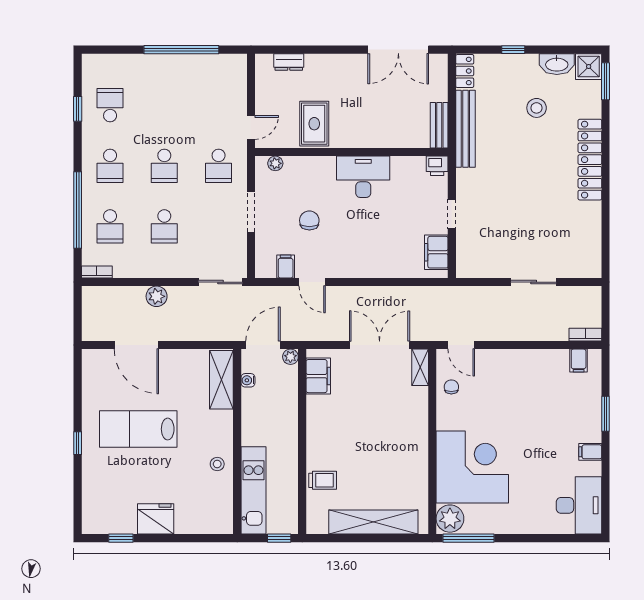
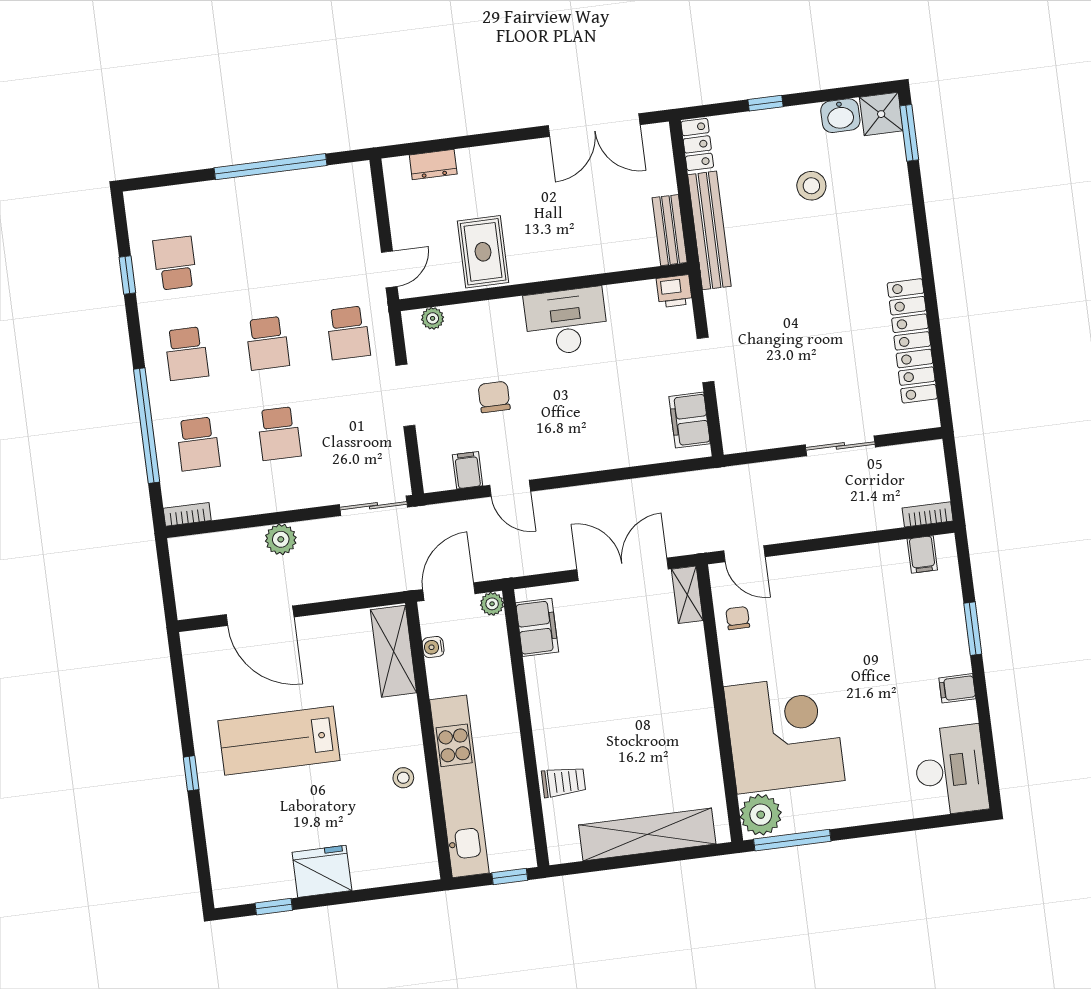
washbasin: (557, 64) -> (840, 116), width x0.72
locker: (590, 160) -> (912, 341), moved
kitchen unit: (253, 490) -> (459, 786), width x1.36

